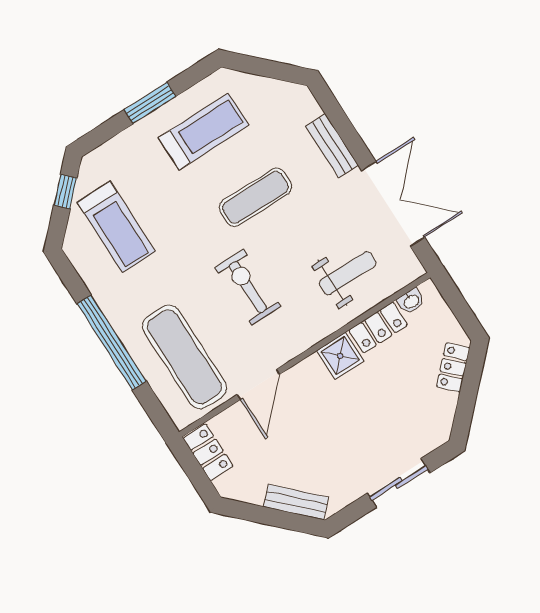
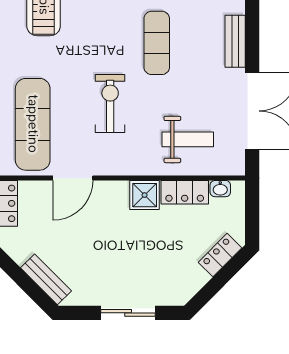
exercise mat: (255, 197) -> (157, 43), turned 90

